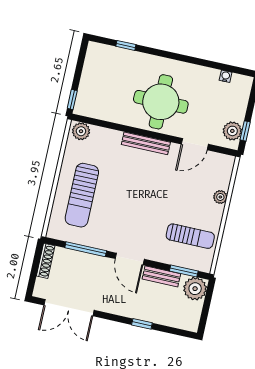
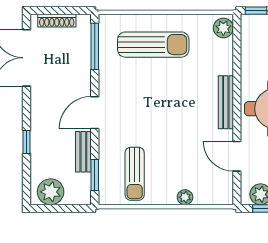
sun lounger: (82, 195) -> (153, 45), turned 180
window: (86, 249) -> (95, 46), moved
shoe rack: (46, 261) -> (57, 21), moved
plant: (195, 289) -> (51, 192), moved

